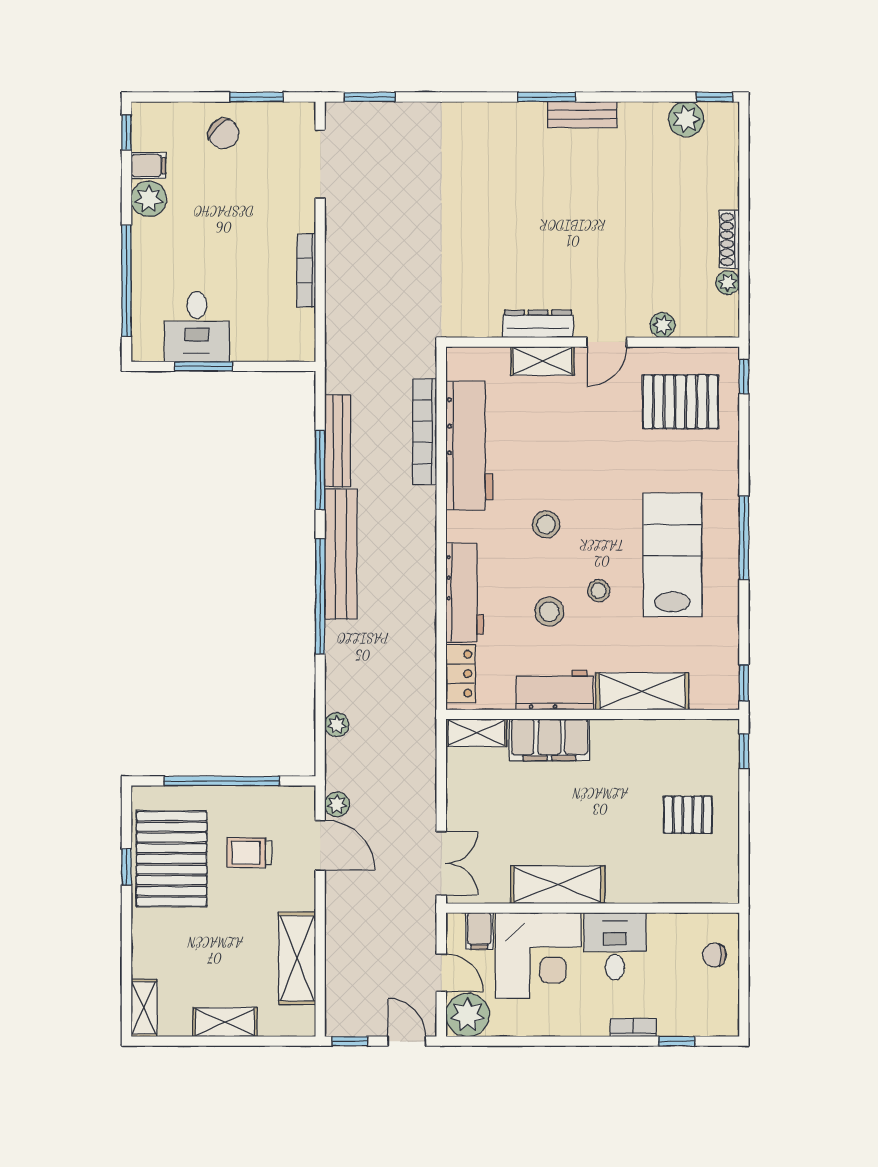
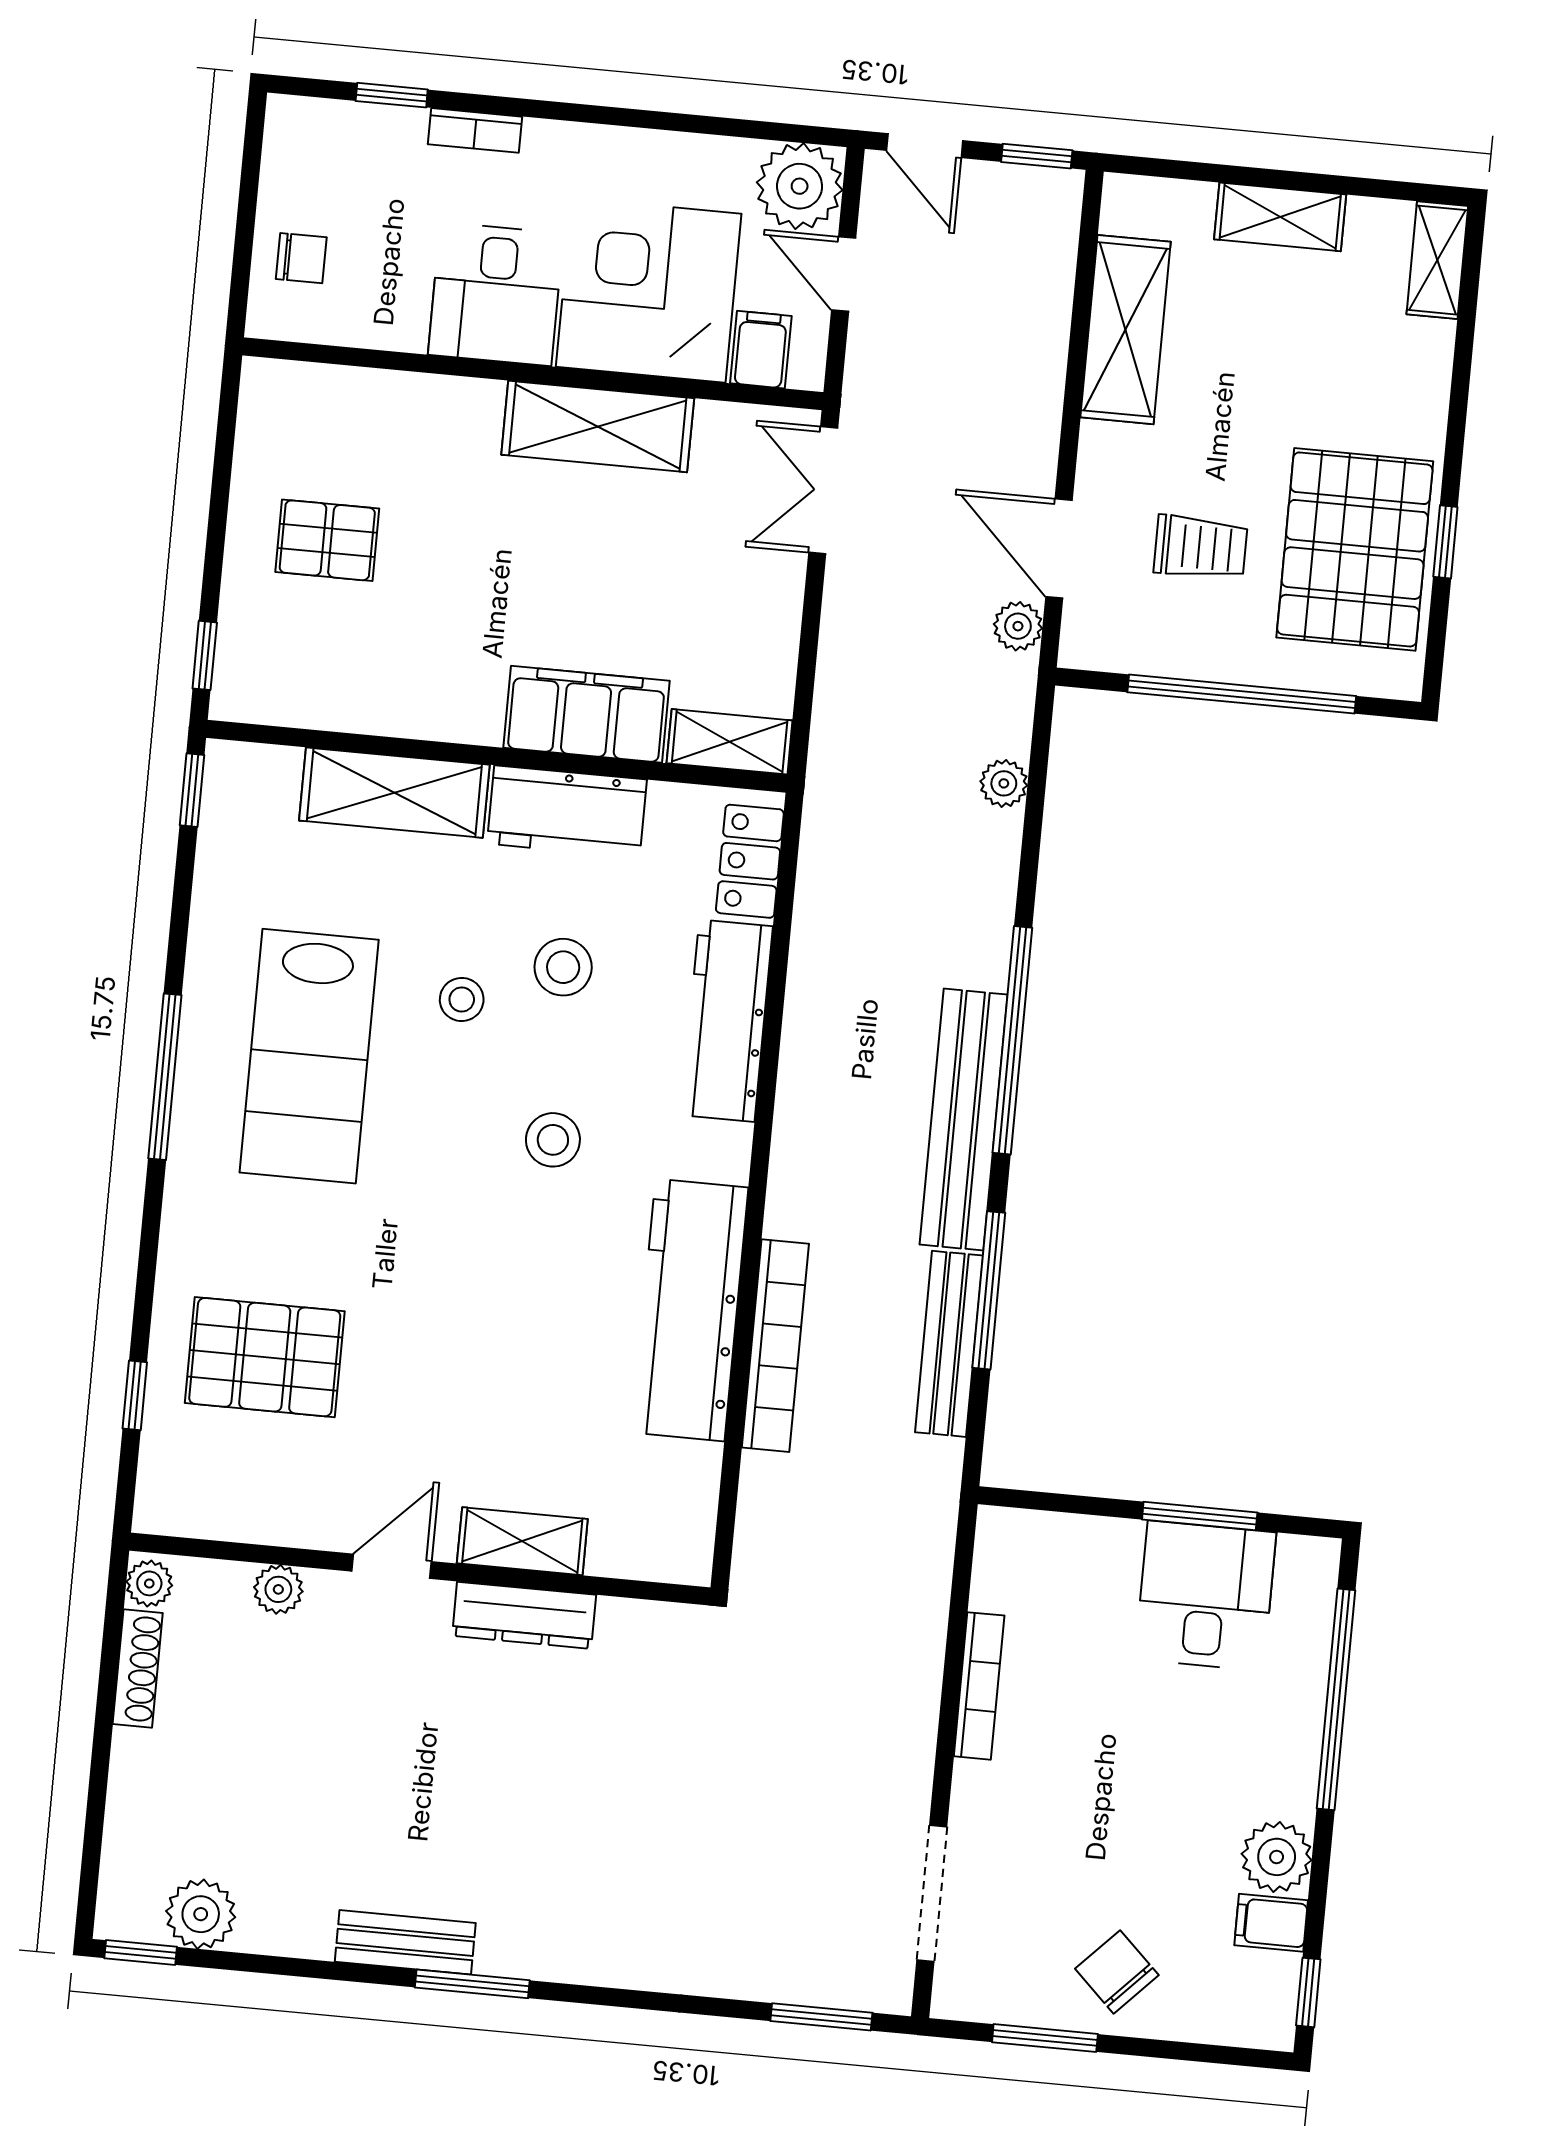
dresser: (538, 324) -> (524, 1615), moved
plant: (663, 325) -> (278, 1589), moved
wall: (593, 342) -> (420, 1569), moved
door: (607, 342) -> (392, 1566), moved
shelving: (542, 361) -> (522, 1541), moved

